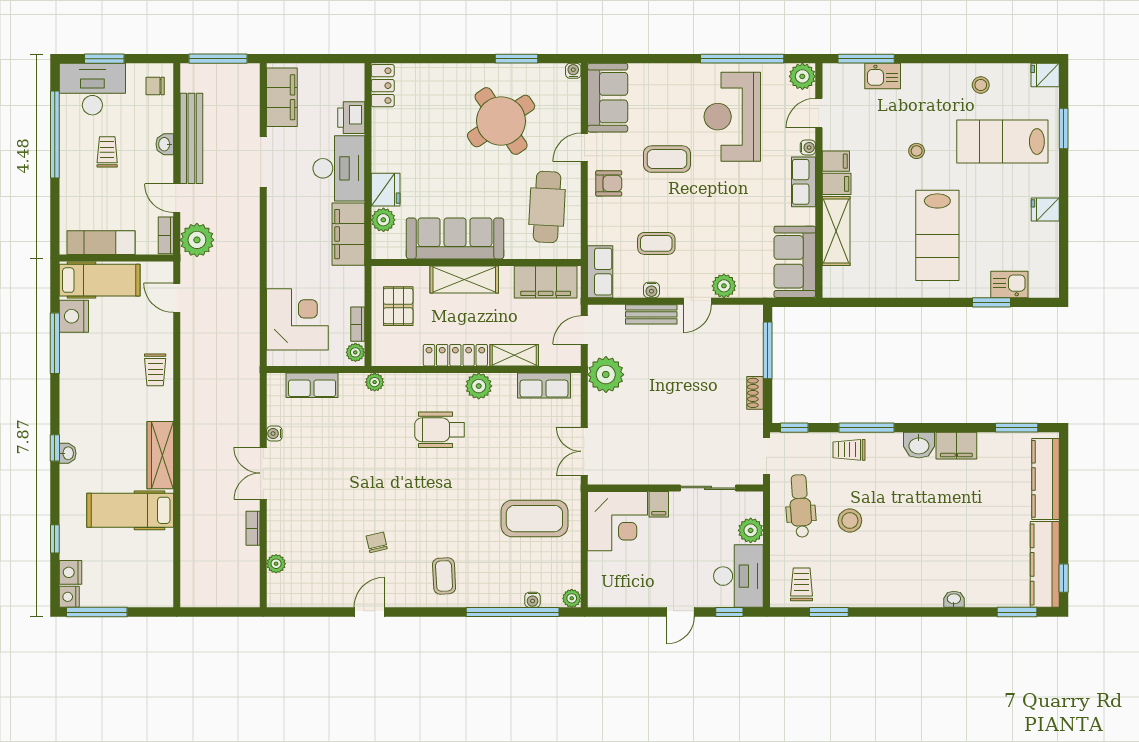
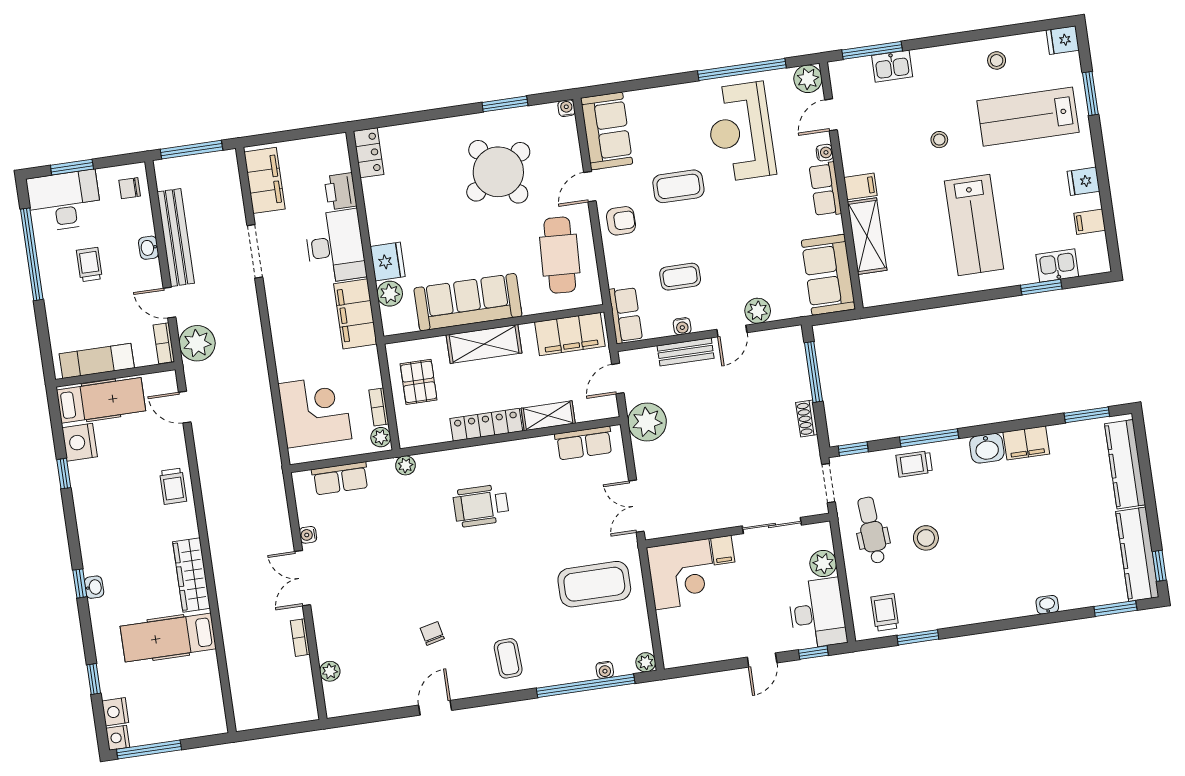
filing cabinet: (836, 161) -> (1090, 222), moved, turned 180
window: (55, 343) -> (64, 474), width x0.46
plant: (479, 386) -> (515, 454), removed

